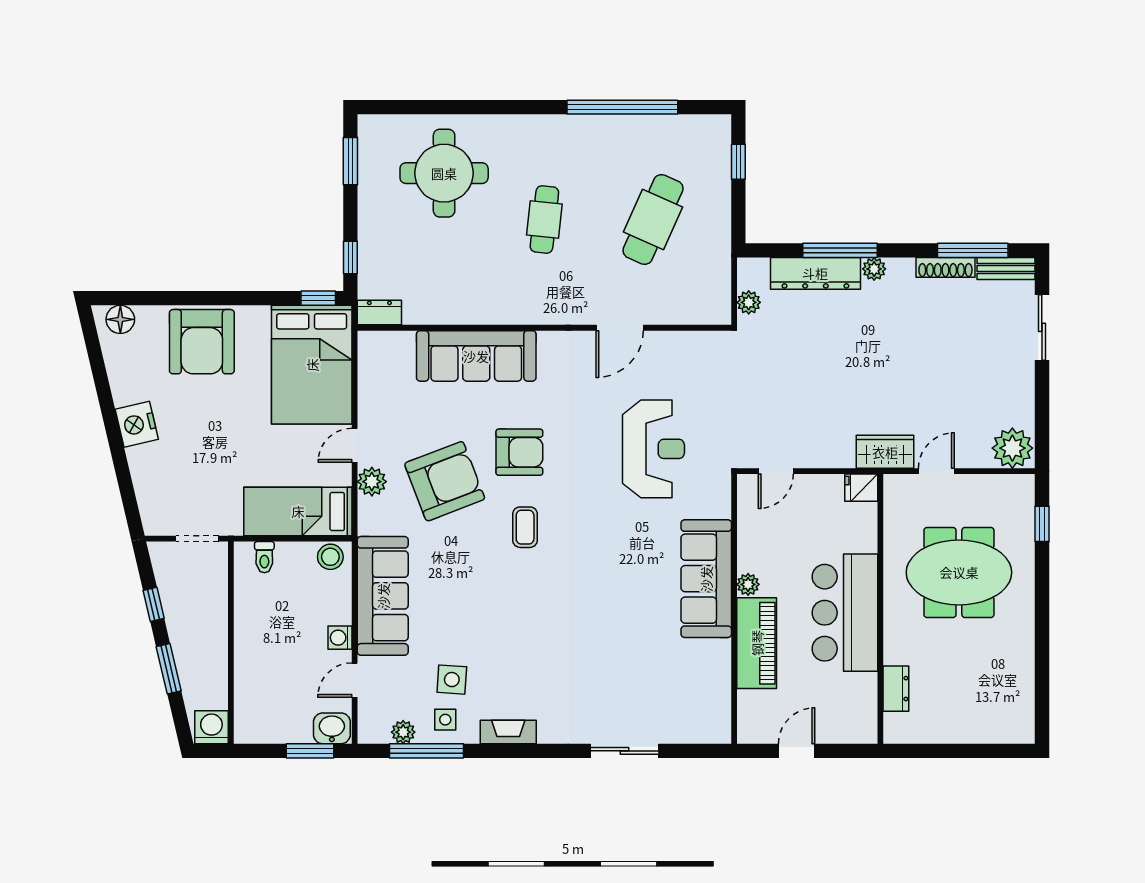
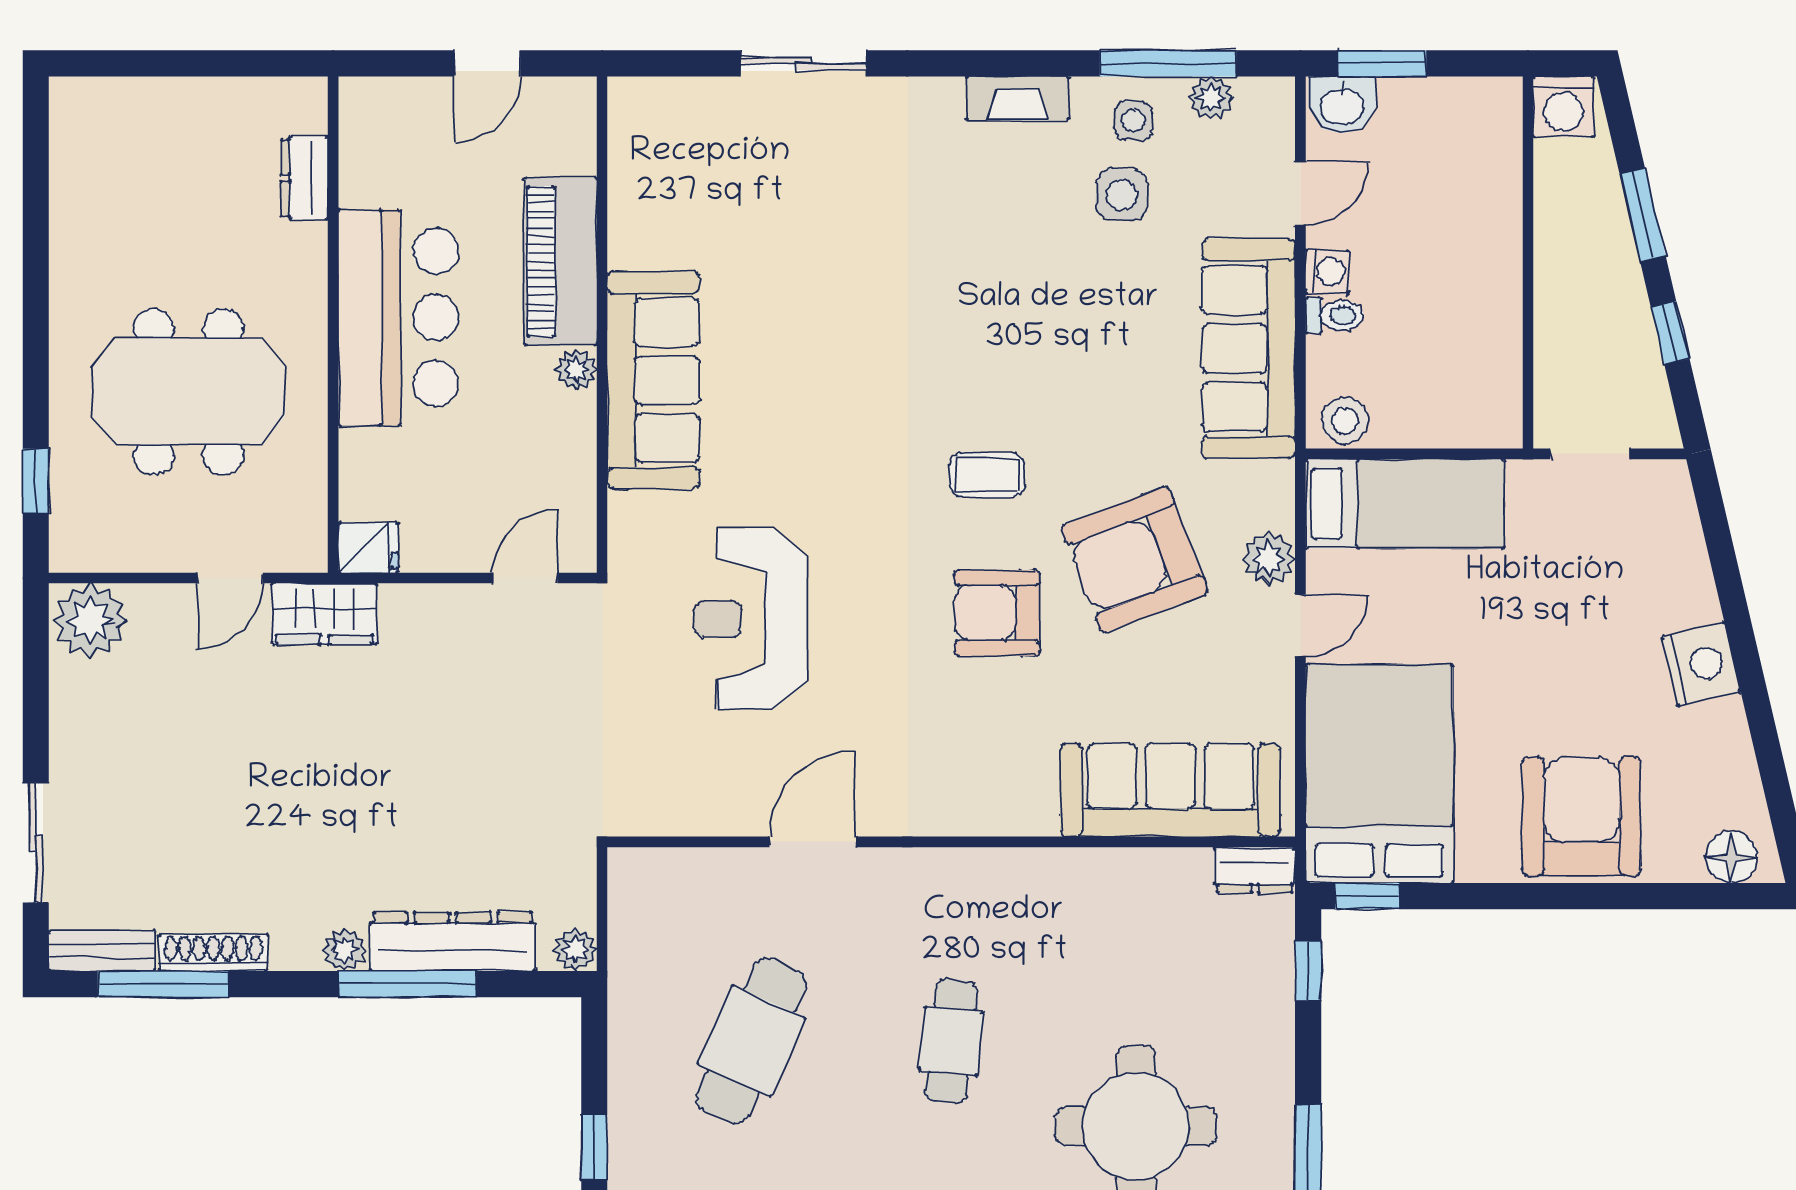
plant: (749, 302) -> (575, 950), moved
sofa: (476, 356) -> (1170, 790), moved
coffee table: (525, 527) -> (987, 475), turned 90
toilet: (264, 557) -> (1334, 315), moved, turned 90

